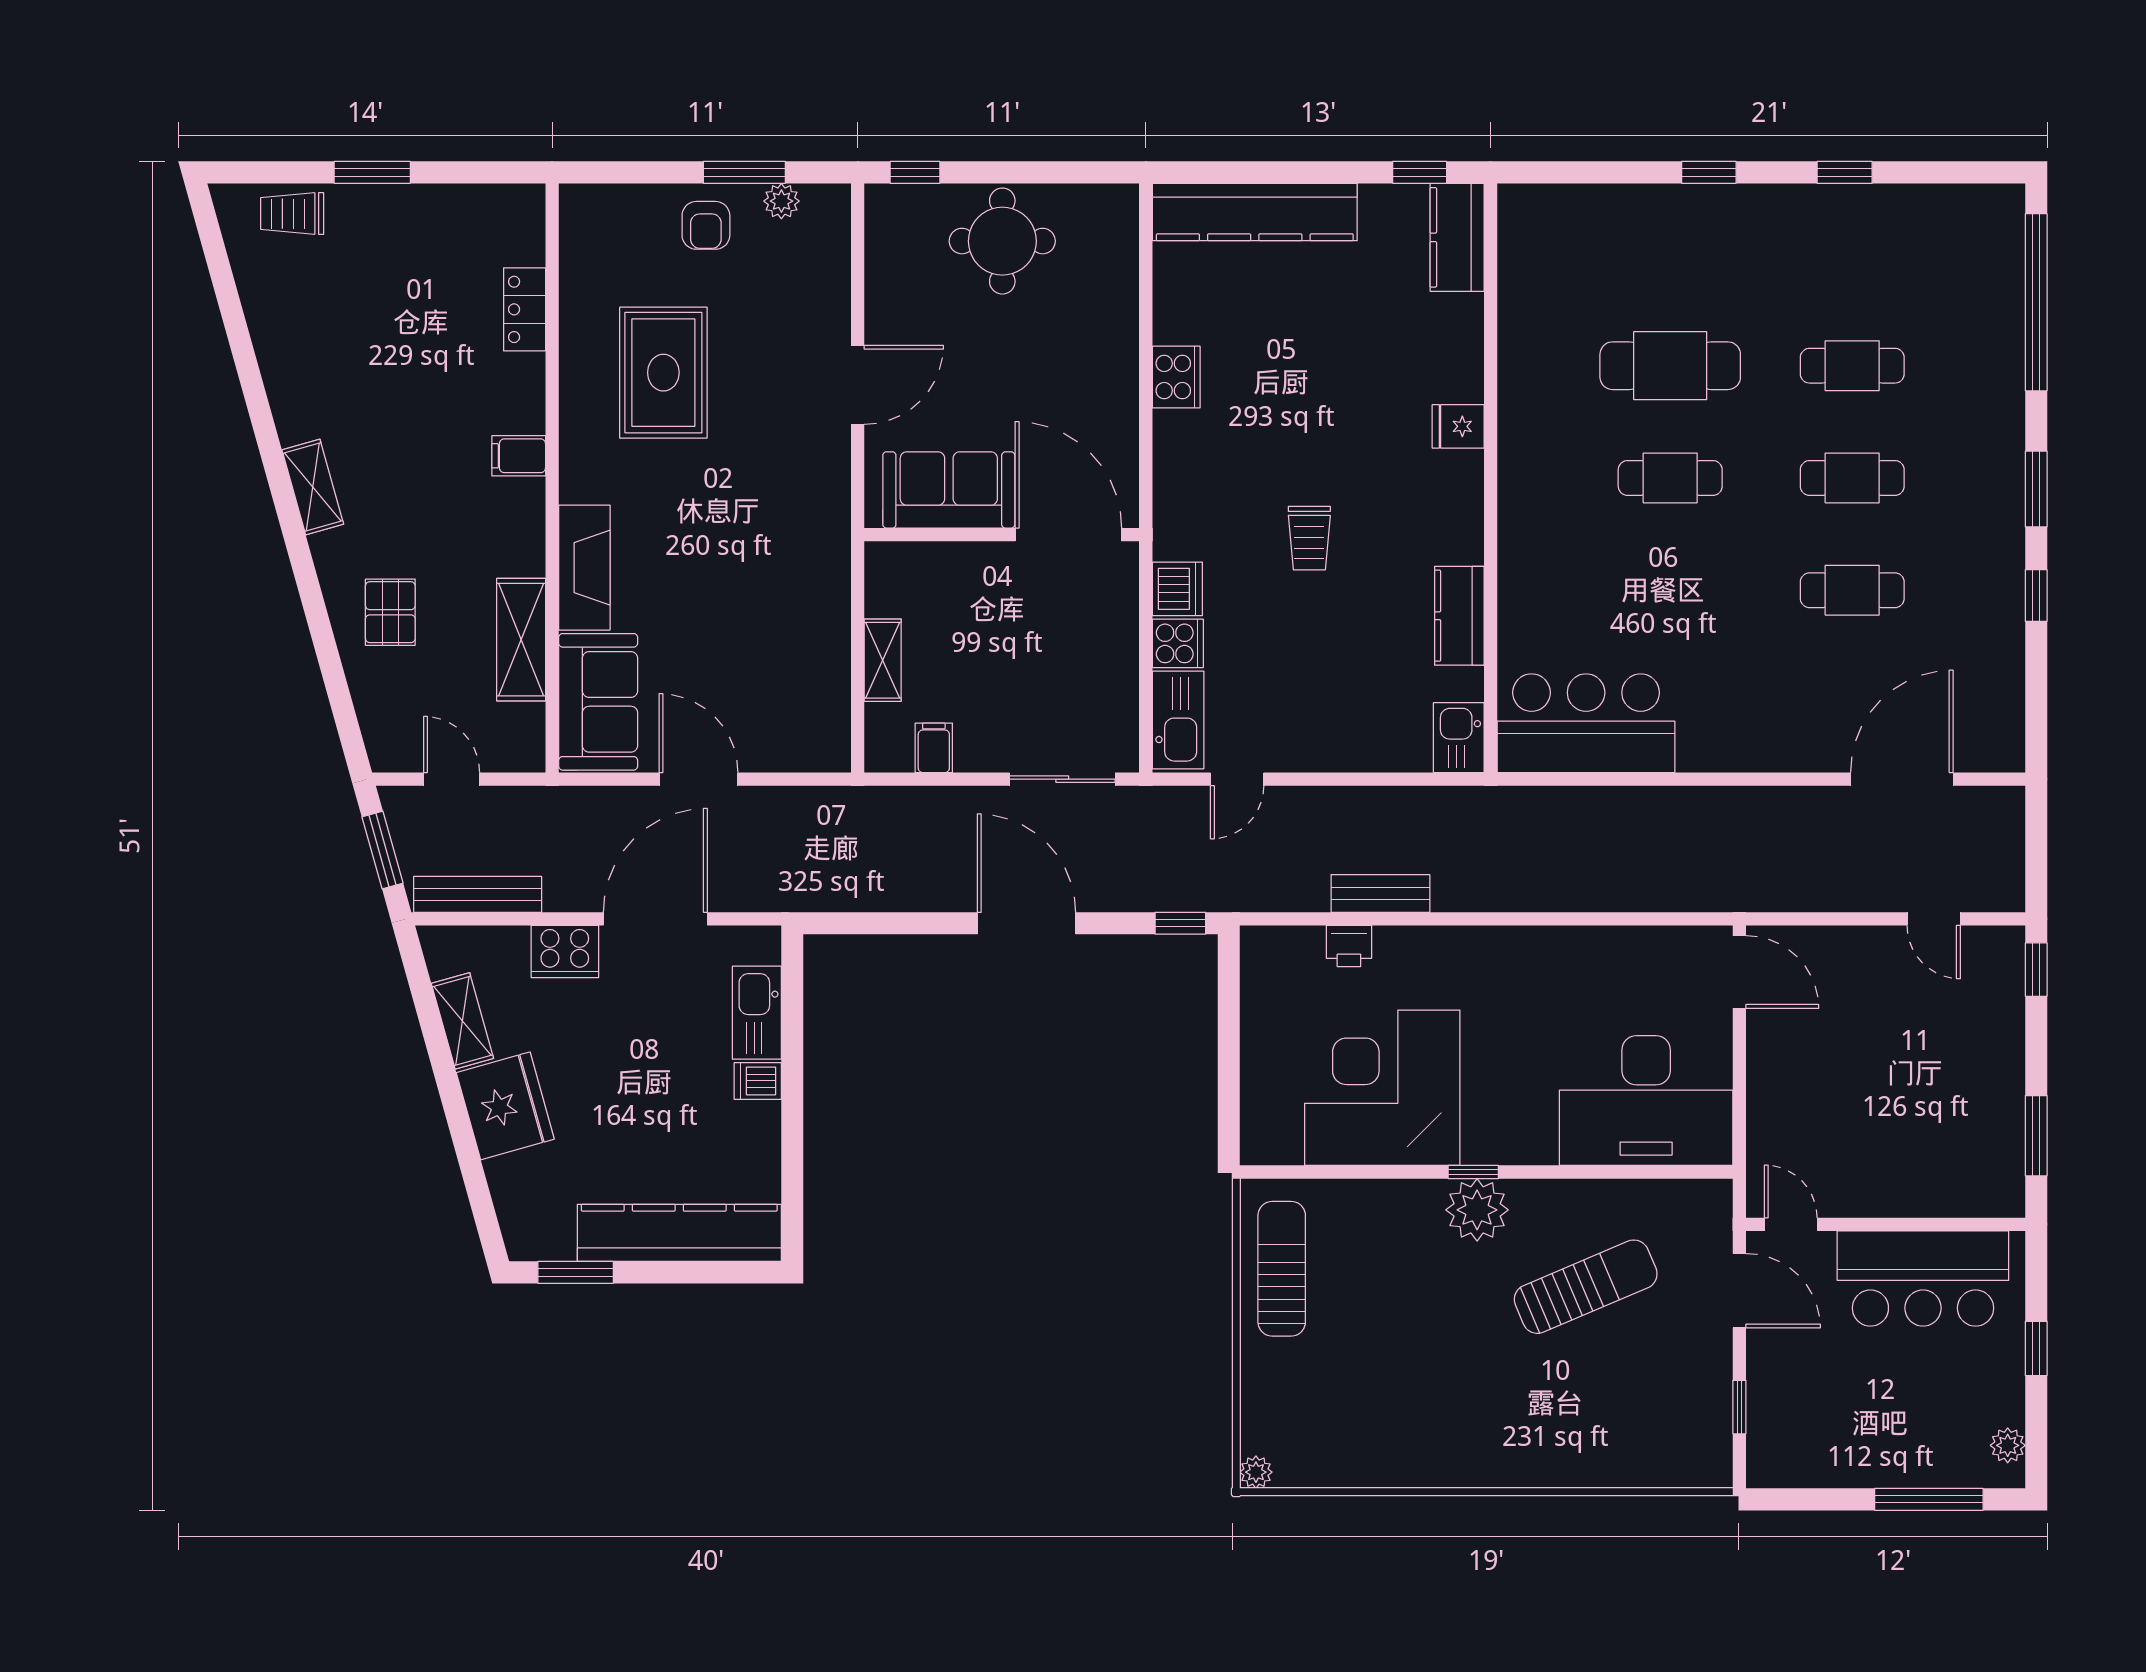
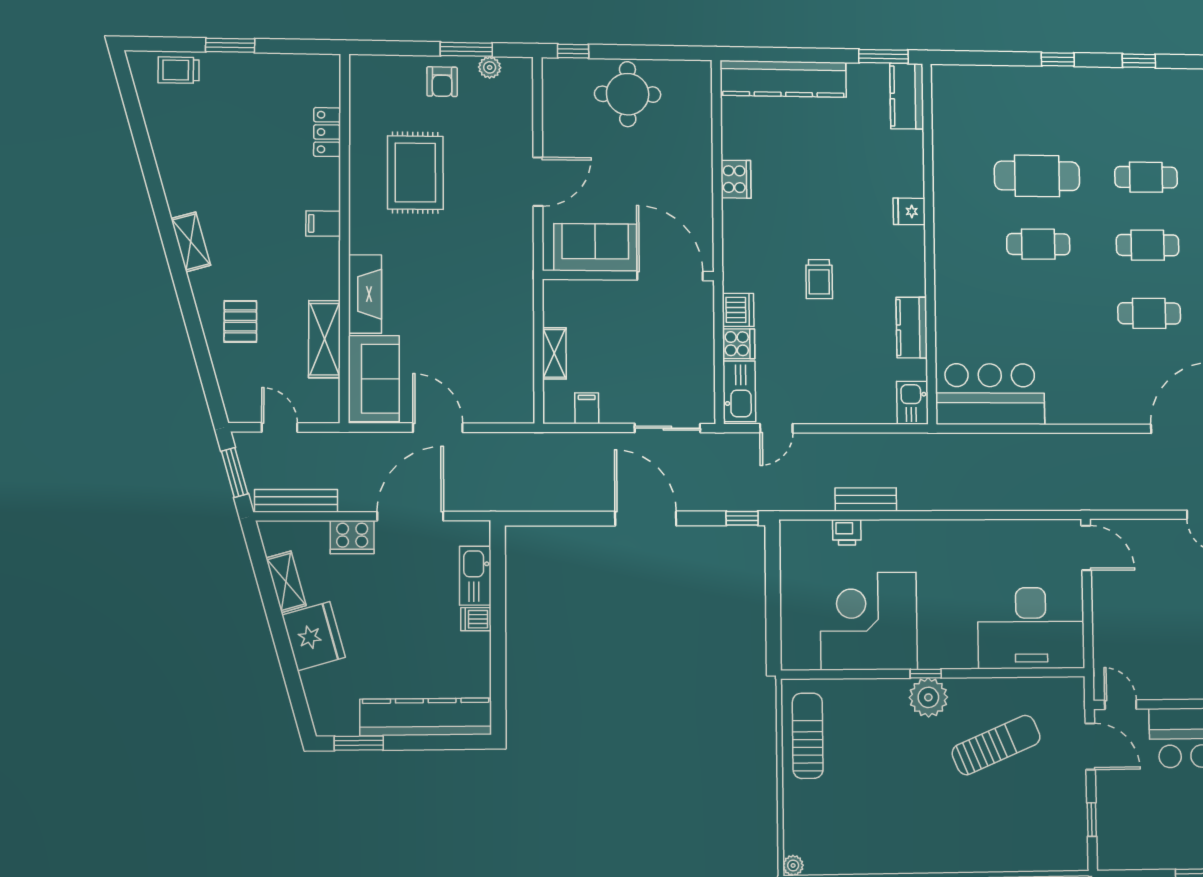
window: (1420, 172) -> (883, 56), width x1.50

